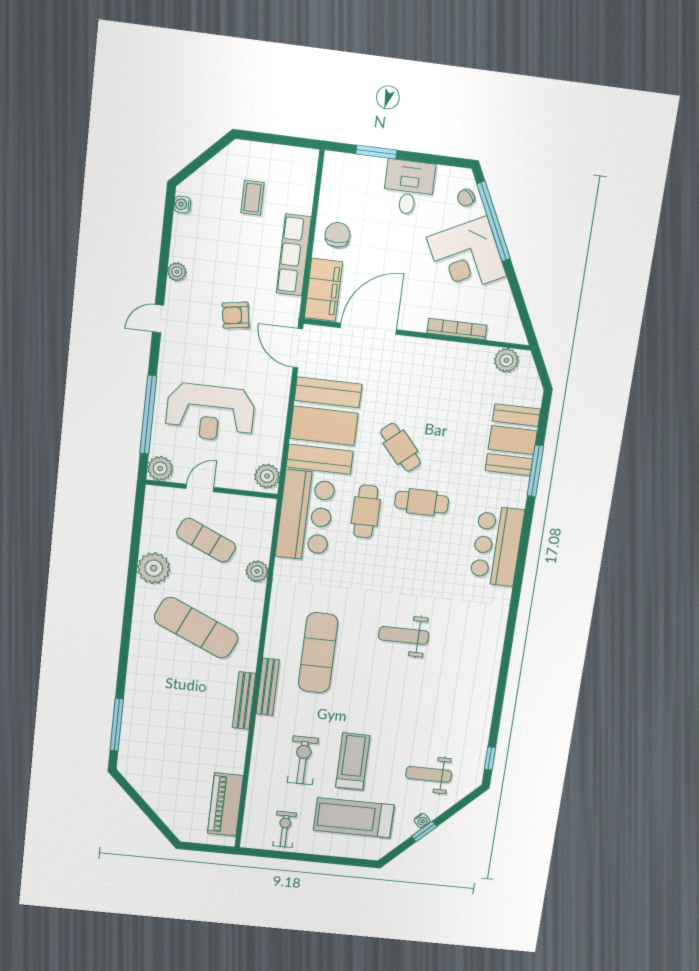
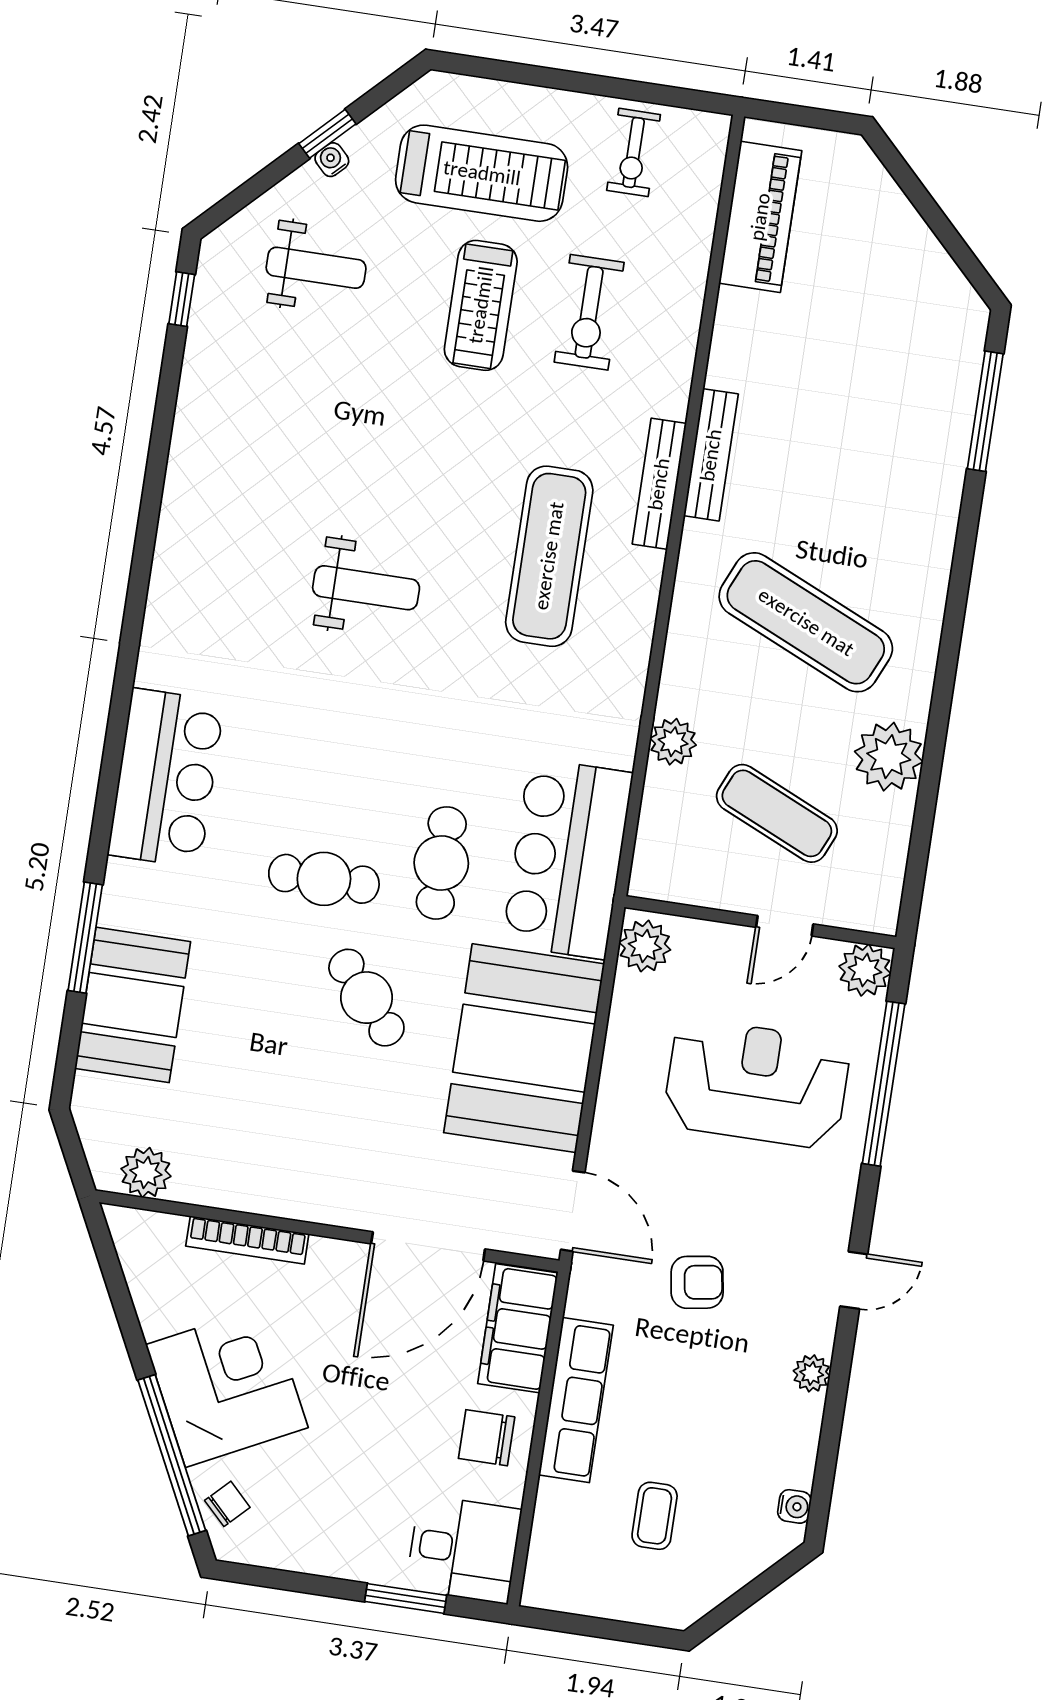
desk: (409, 188) -> (464, 1549), moved, turned -90
chair: (338, 235) -> (487, 1438), turned 90

